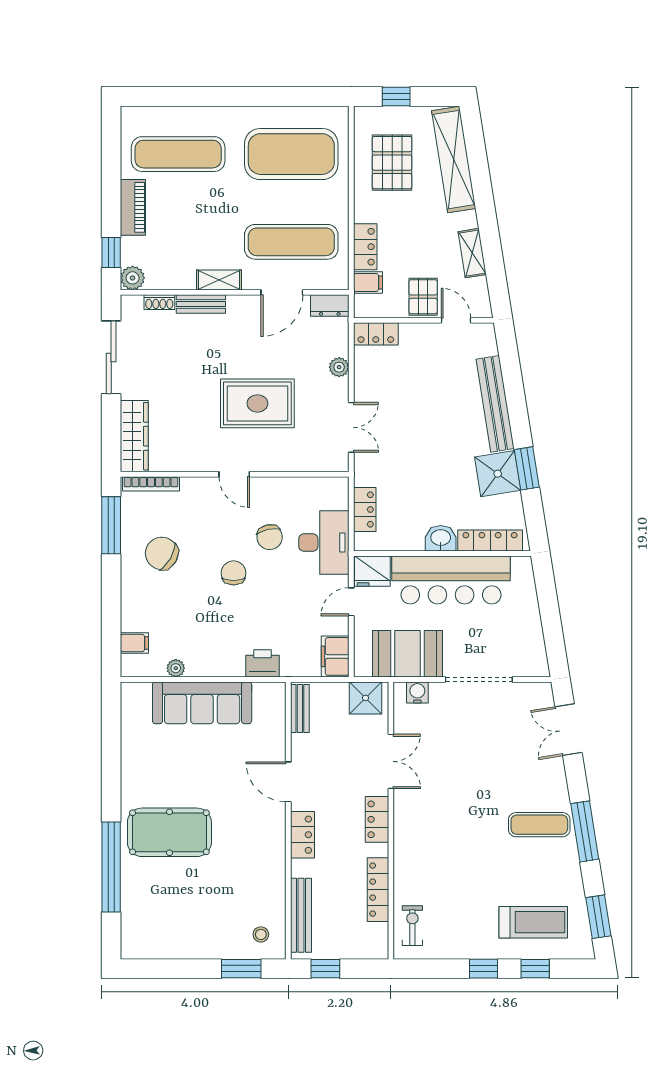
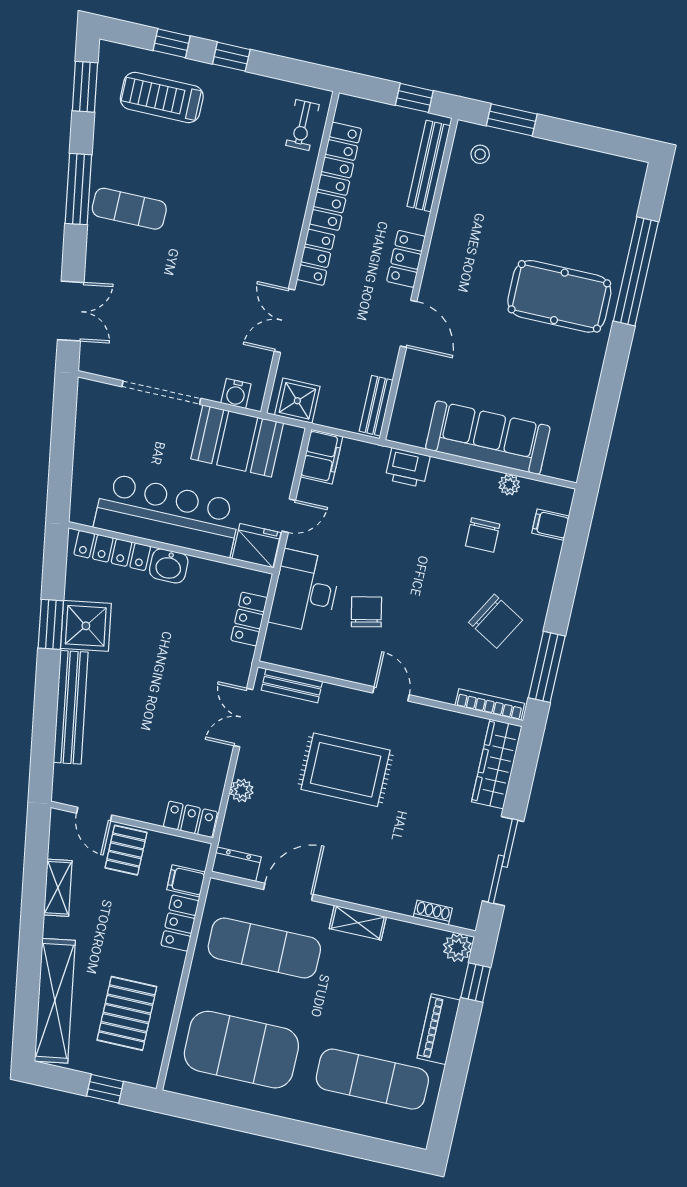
bench: (201, 304) -> (292, 686), moved
chair: (234, 573) -> (483, 535), moved
locker: (378, 890) -> (335, 176), width x1.41, depth x1.21

